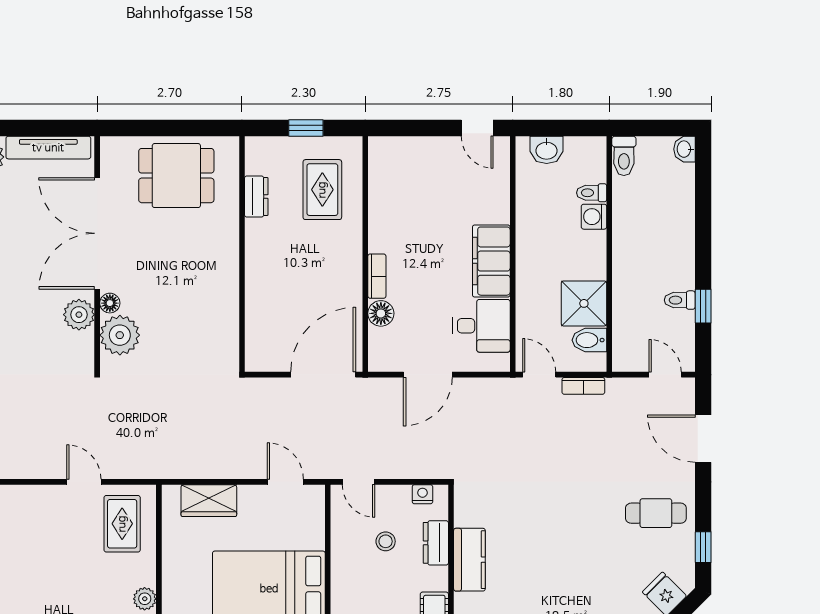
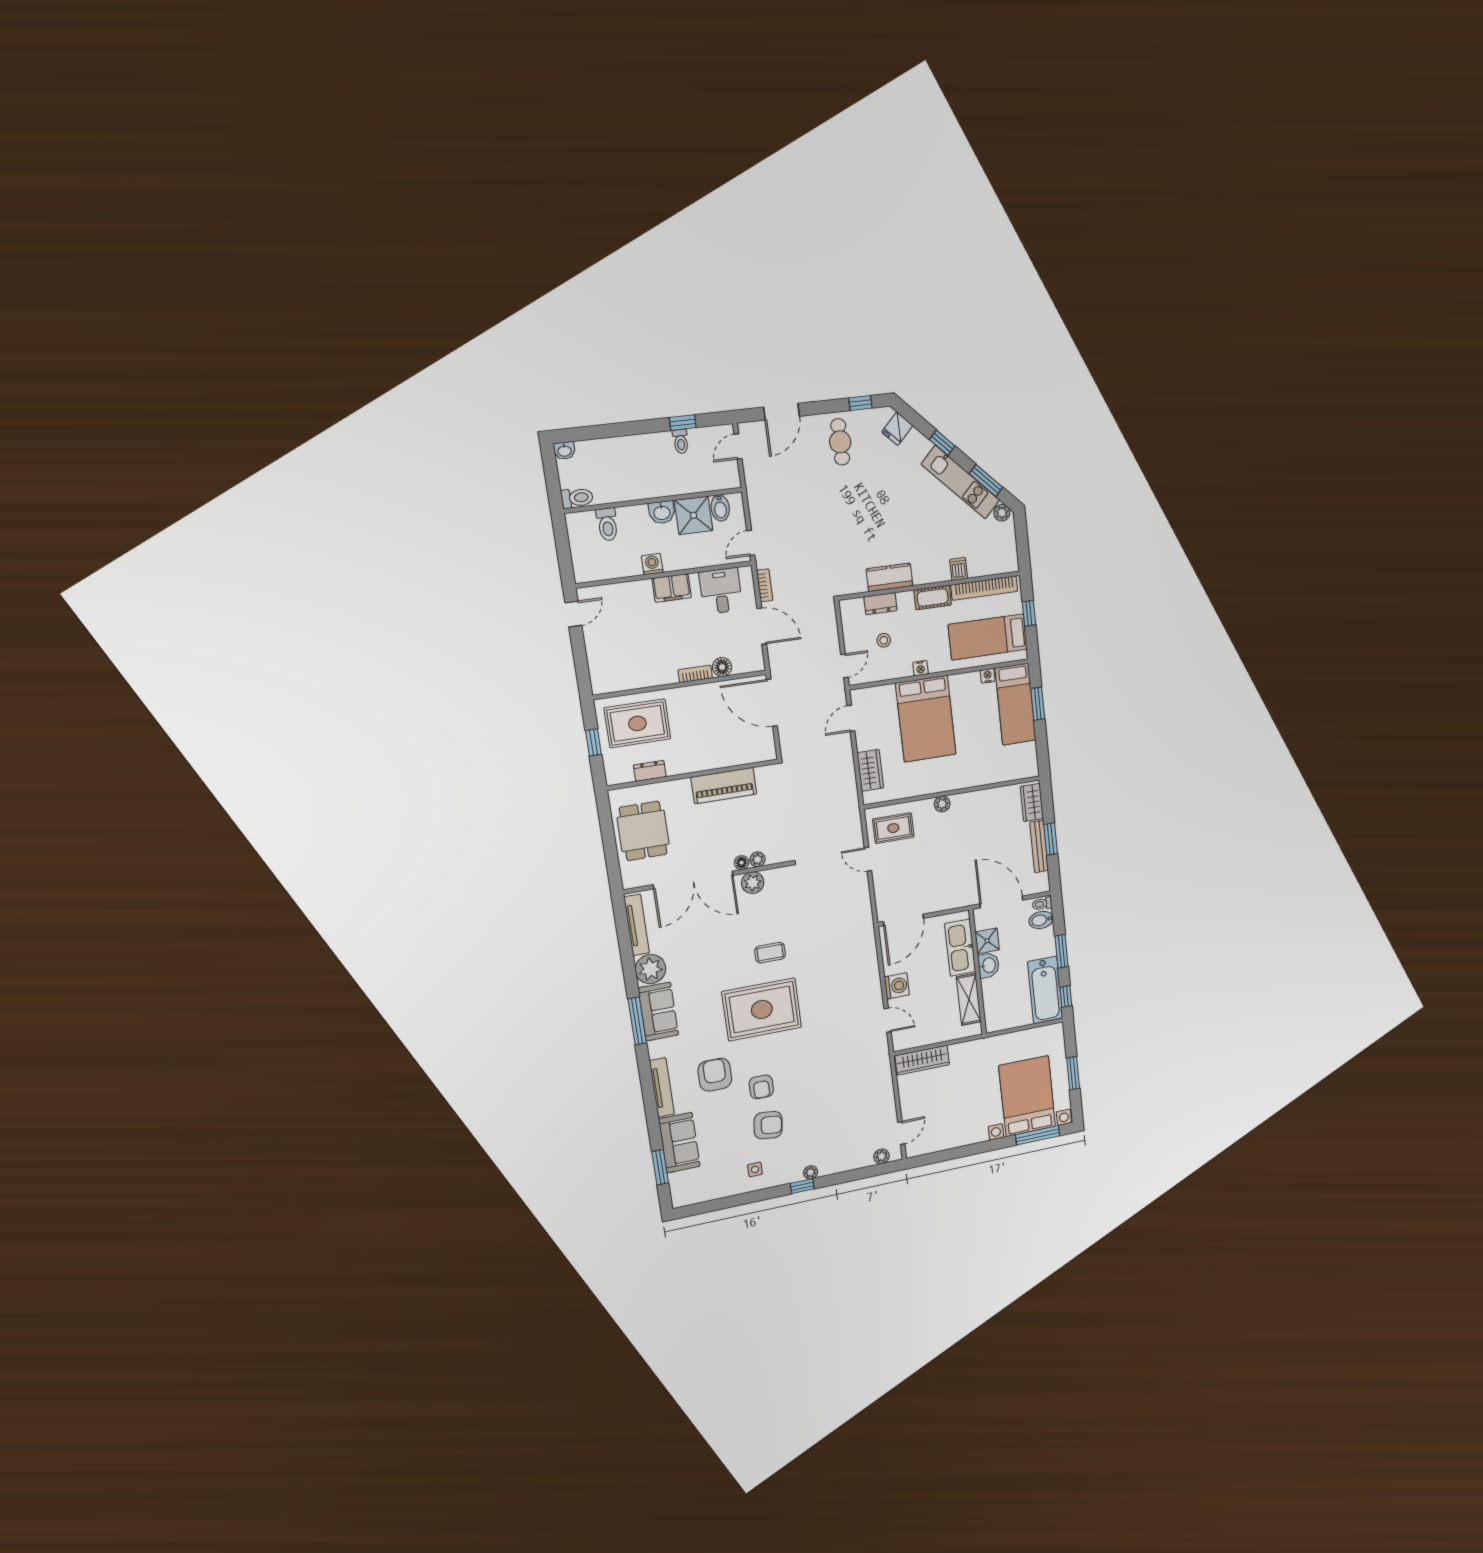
washbasin: (547, 150) -> (662, 512), moved, turned 90
rug: (322, 190) -> (637, 723), width x1.36, depth x1.43
toilet: (592, 193) -> (607, 524), width x1.37, depth x1.39
washing machine: (594, 217) -> (652, 564), moved, turned 180
filing cabinet: (491, 261) -> (672, 588), width x0.67, depth x0.86
piano: (220, 294) -> (724, 786), added
plant: (120, 335) -> (758, 859), width x0.53, depth x0.53
bookcase: (583, 386) -> (765, 585), moved
door: (84, 482) -> (868, 859), hinge flipped
nightstand: (422, 494) -> (921, 668), moved, turned -90

